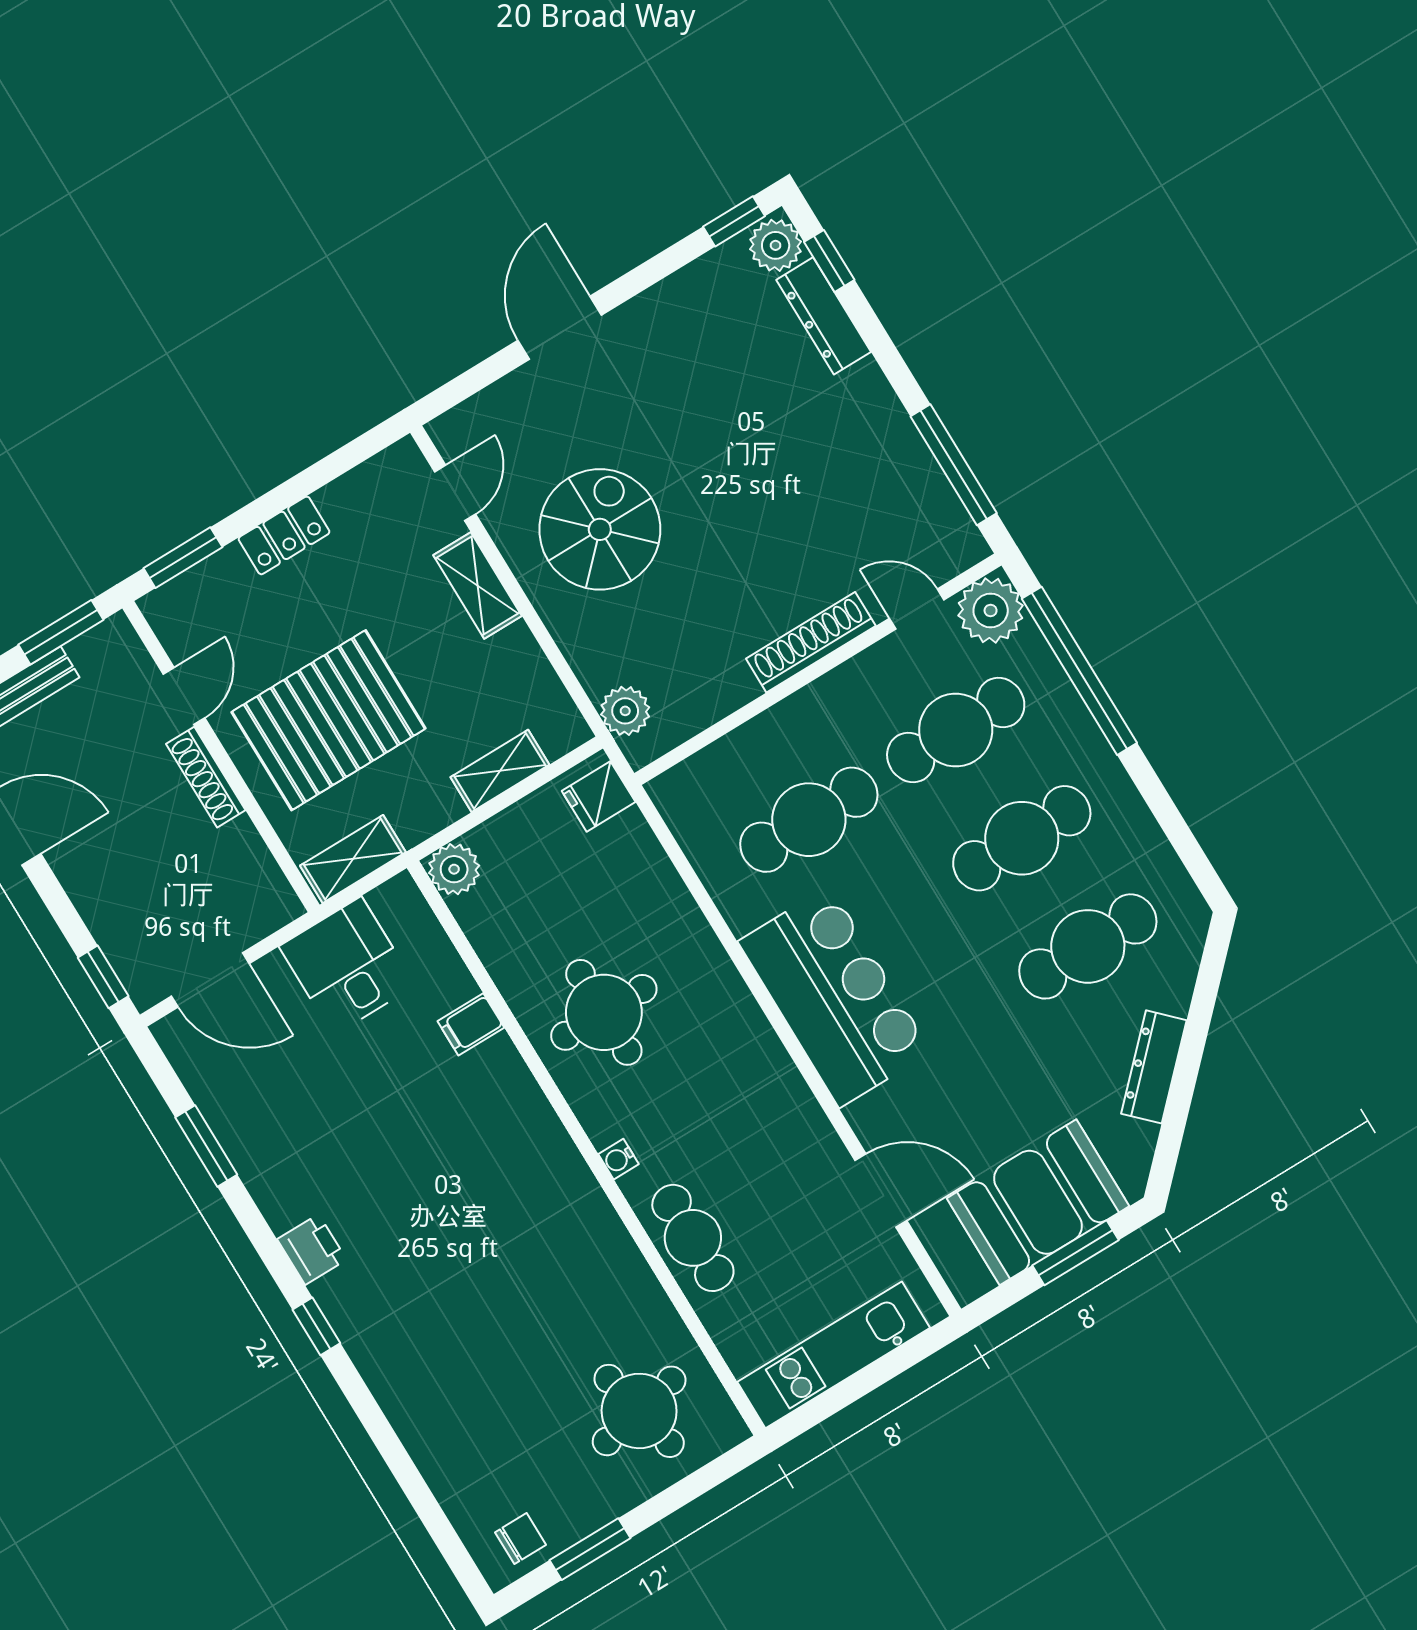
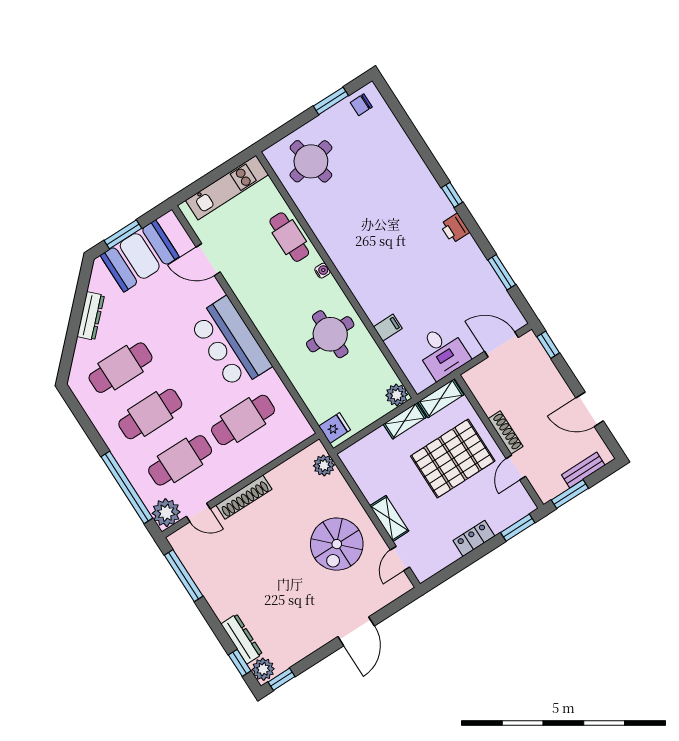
shelving: (500, 771) -> (405, 421), moved

